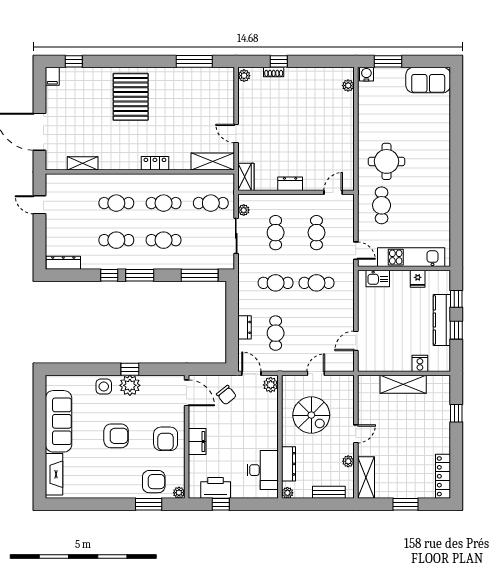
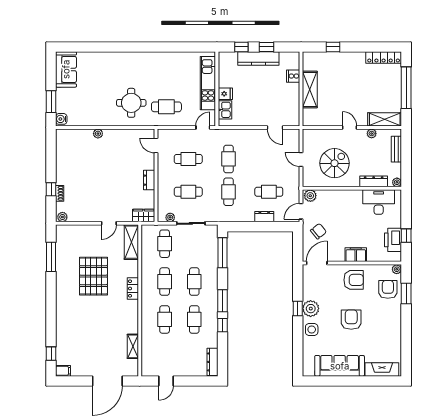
plant: (348, 86) -> (98, 134), moved
pallet: (131, 97) -> (93, 276), moved, turned 90
fridge: (418, 279) -> (225, 94), moved
window: (405, 504) -> (406, 88), width x2.11

